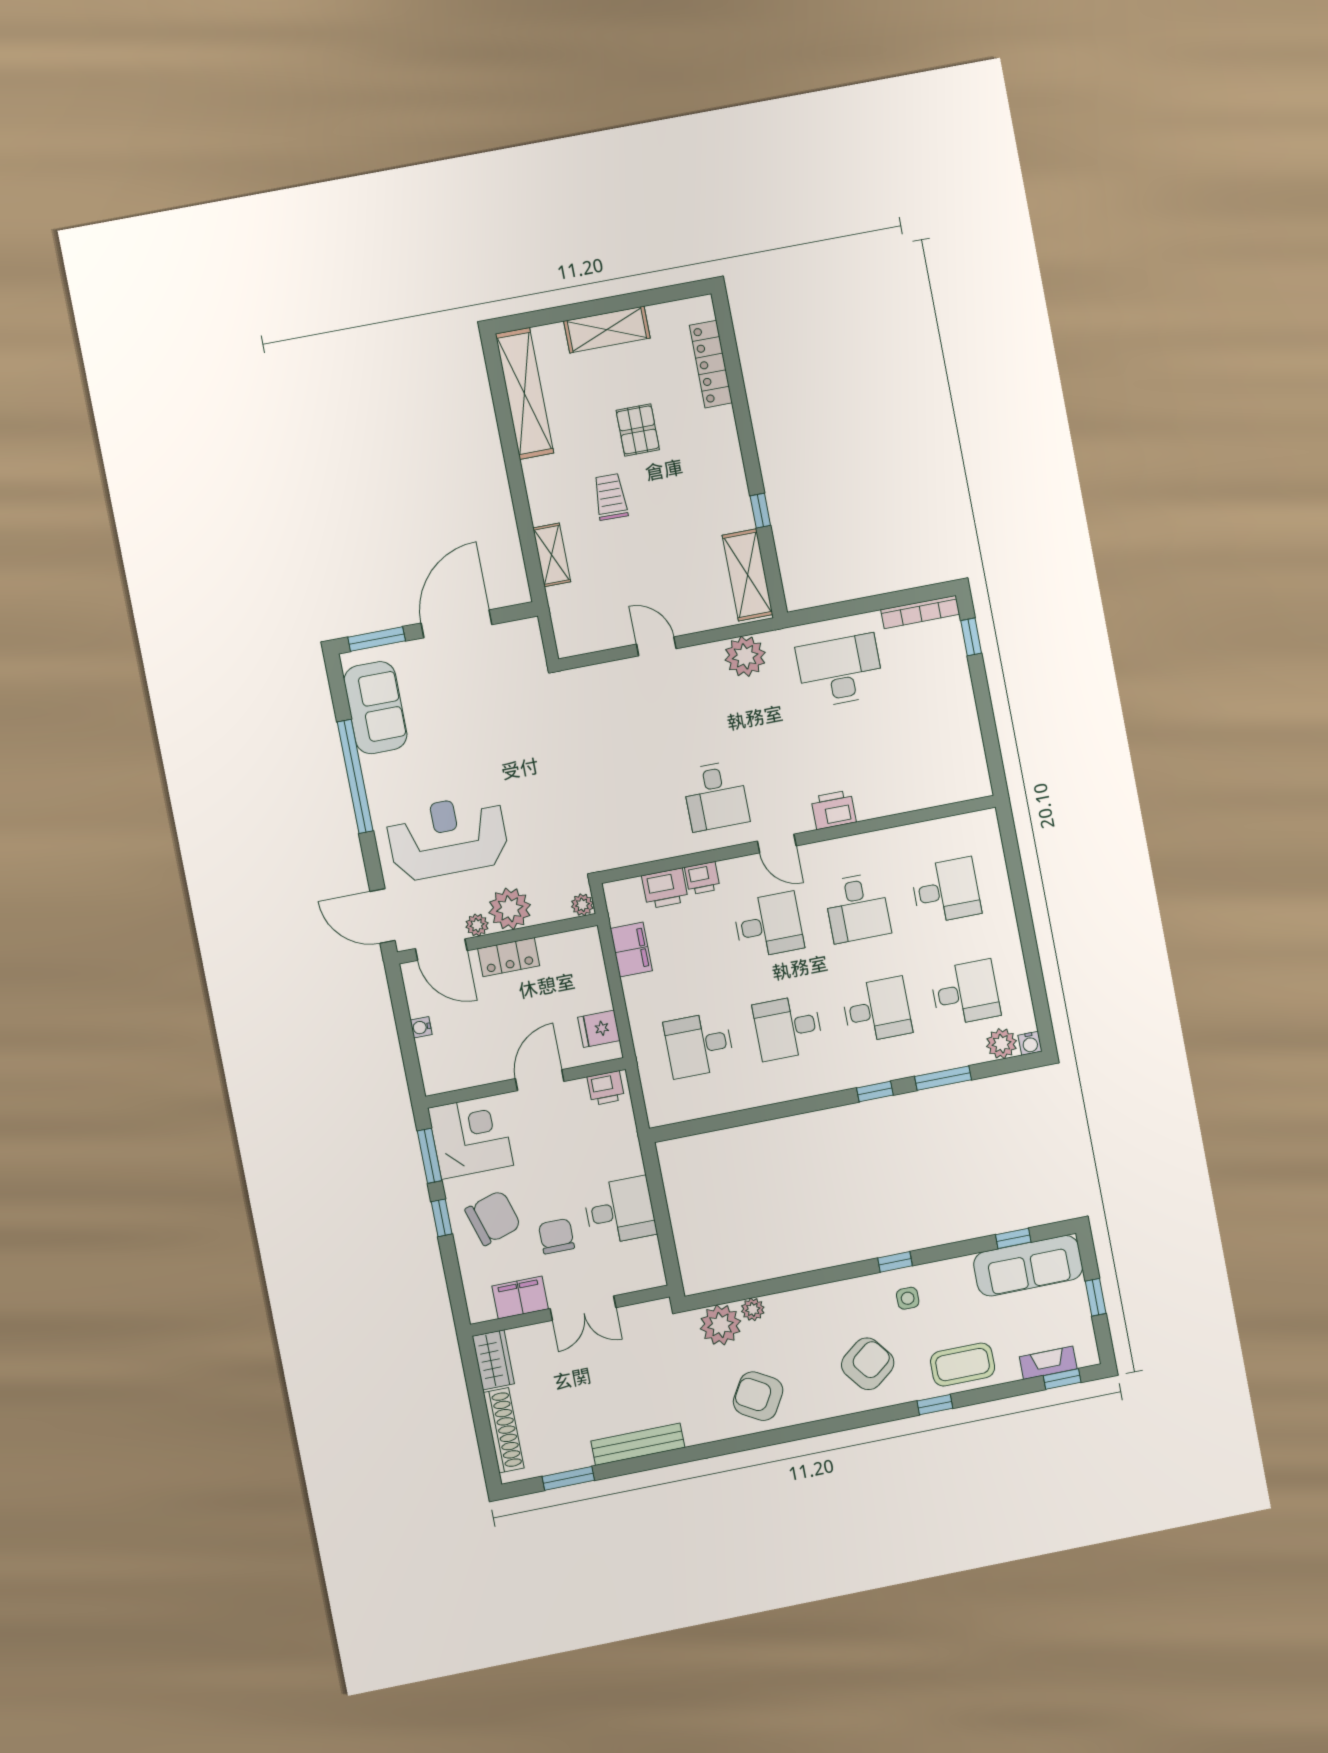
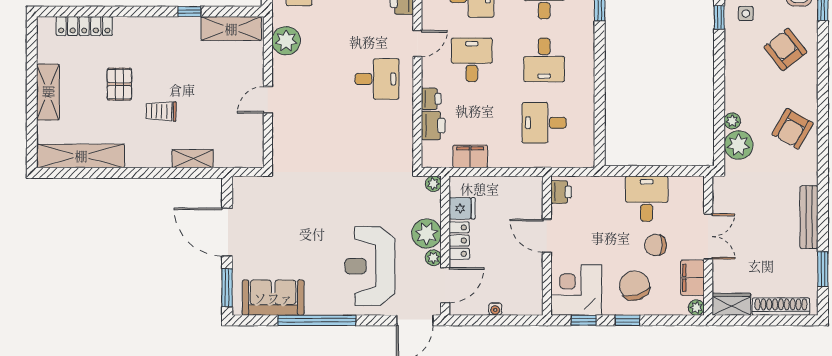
pallet: (638, 430) -> (119, 84), turned 90
fridge: (599, 1029) -> (462, 208), moved, turned -90
desk: (699, 1045) -> (544, 123), turned 90
window: (430, 1156) -> (584, 320), width x0.67
plant: (479, 1311) -> (696, 308), added

